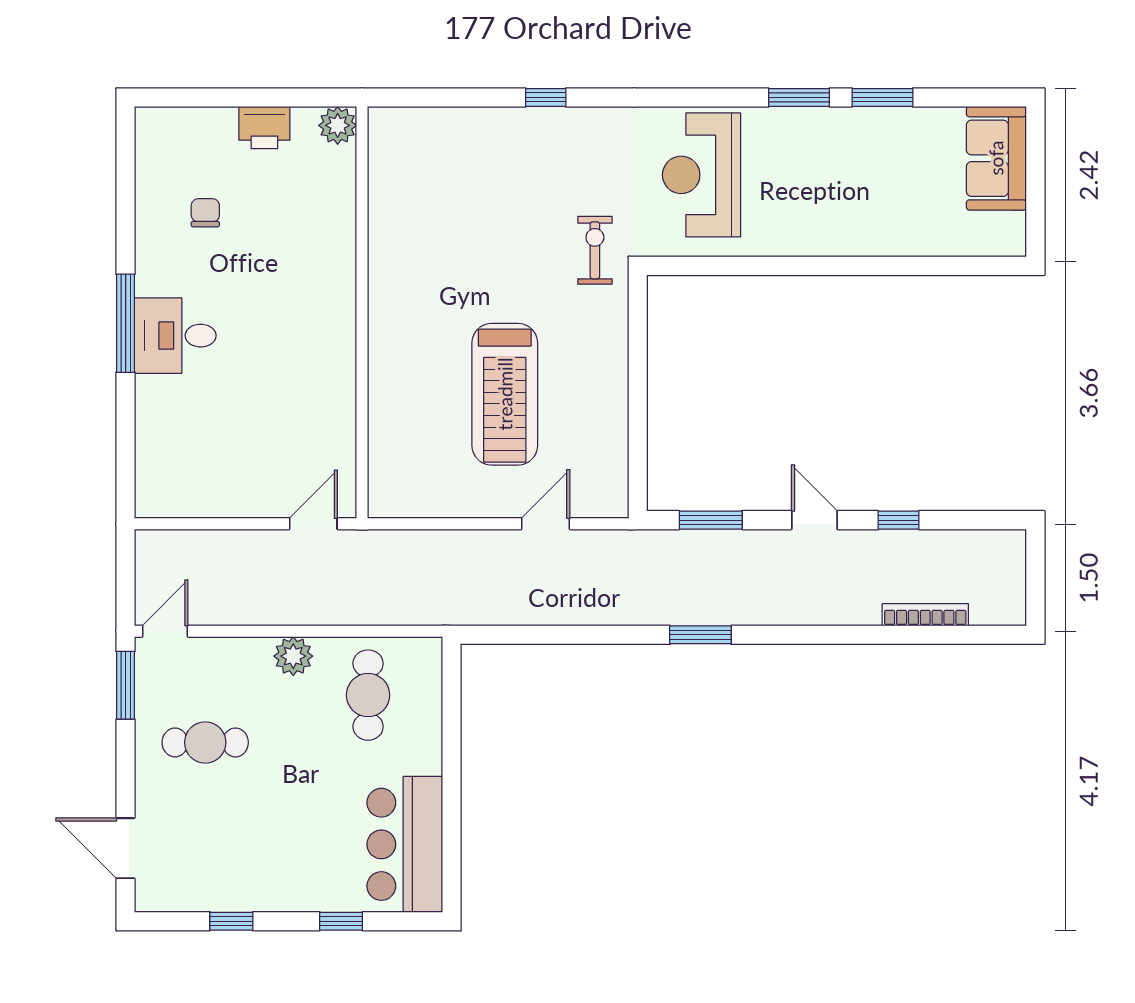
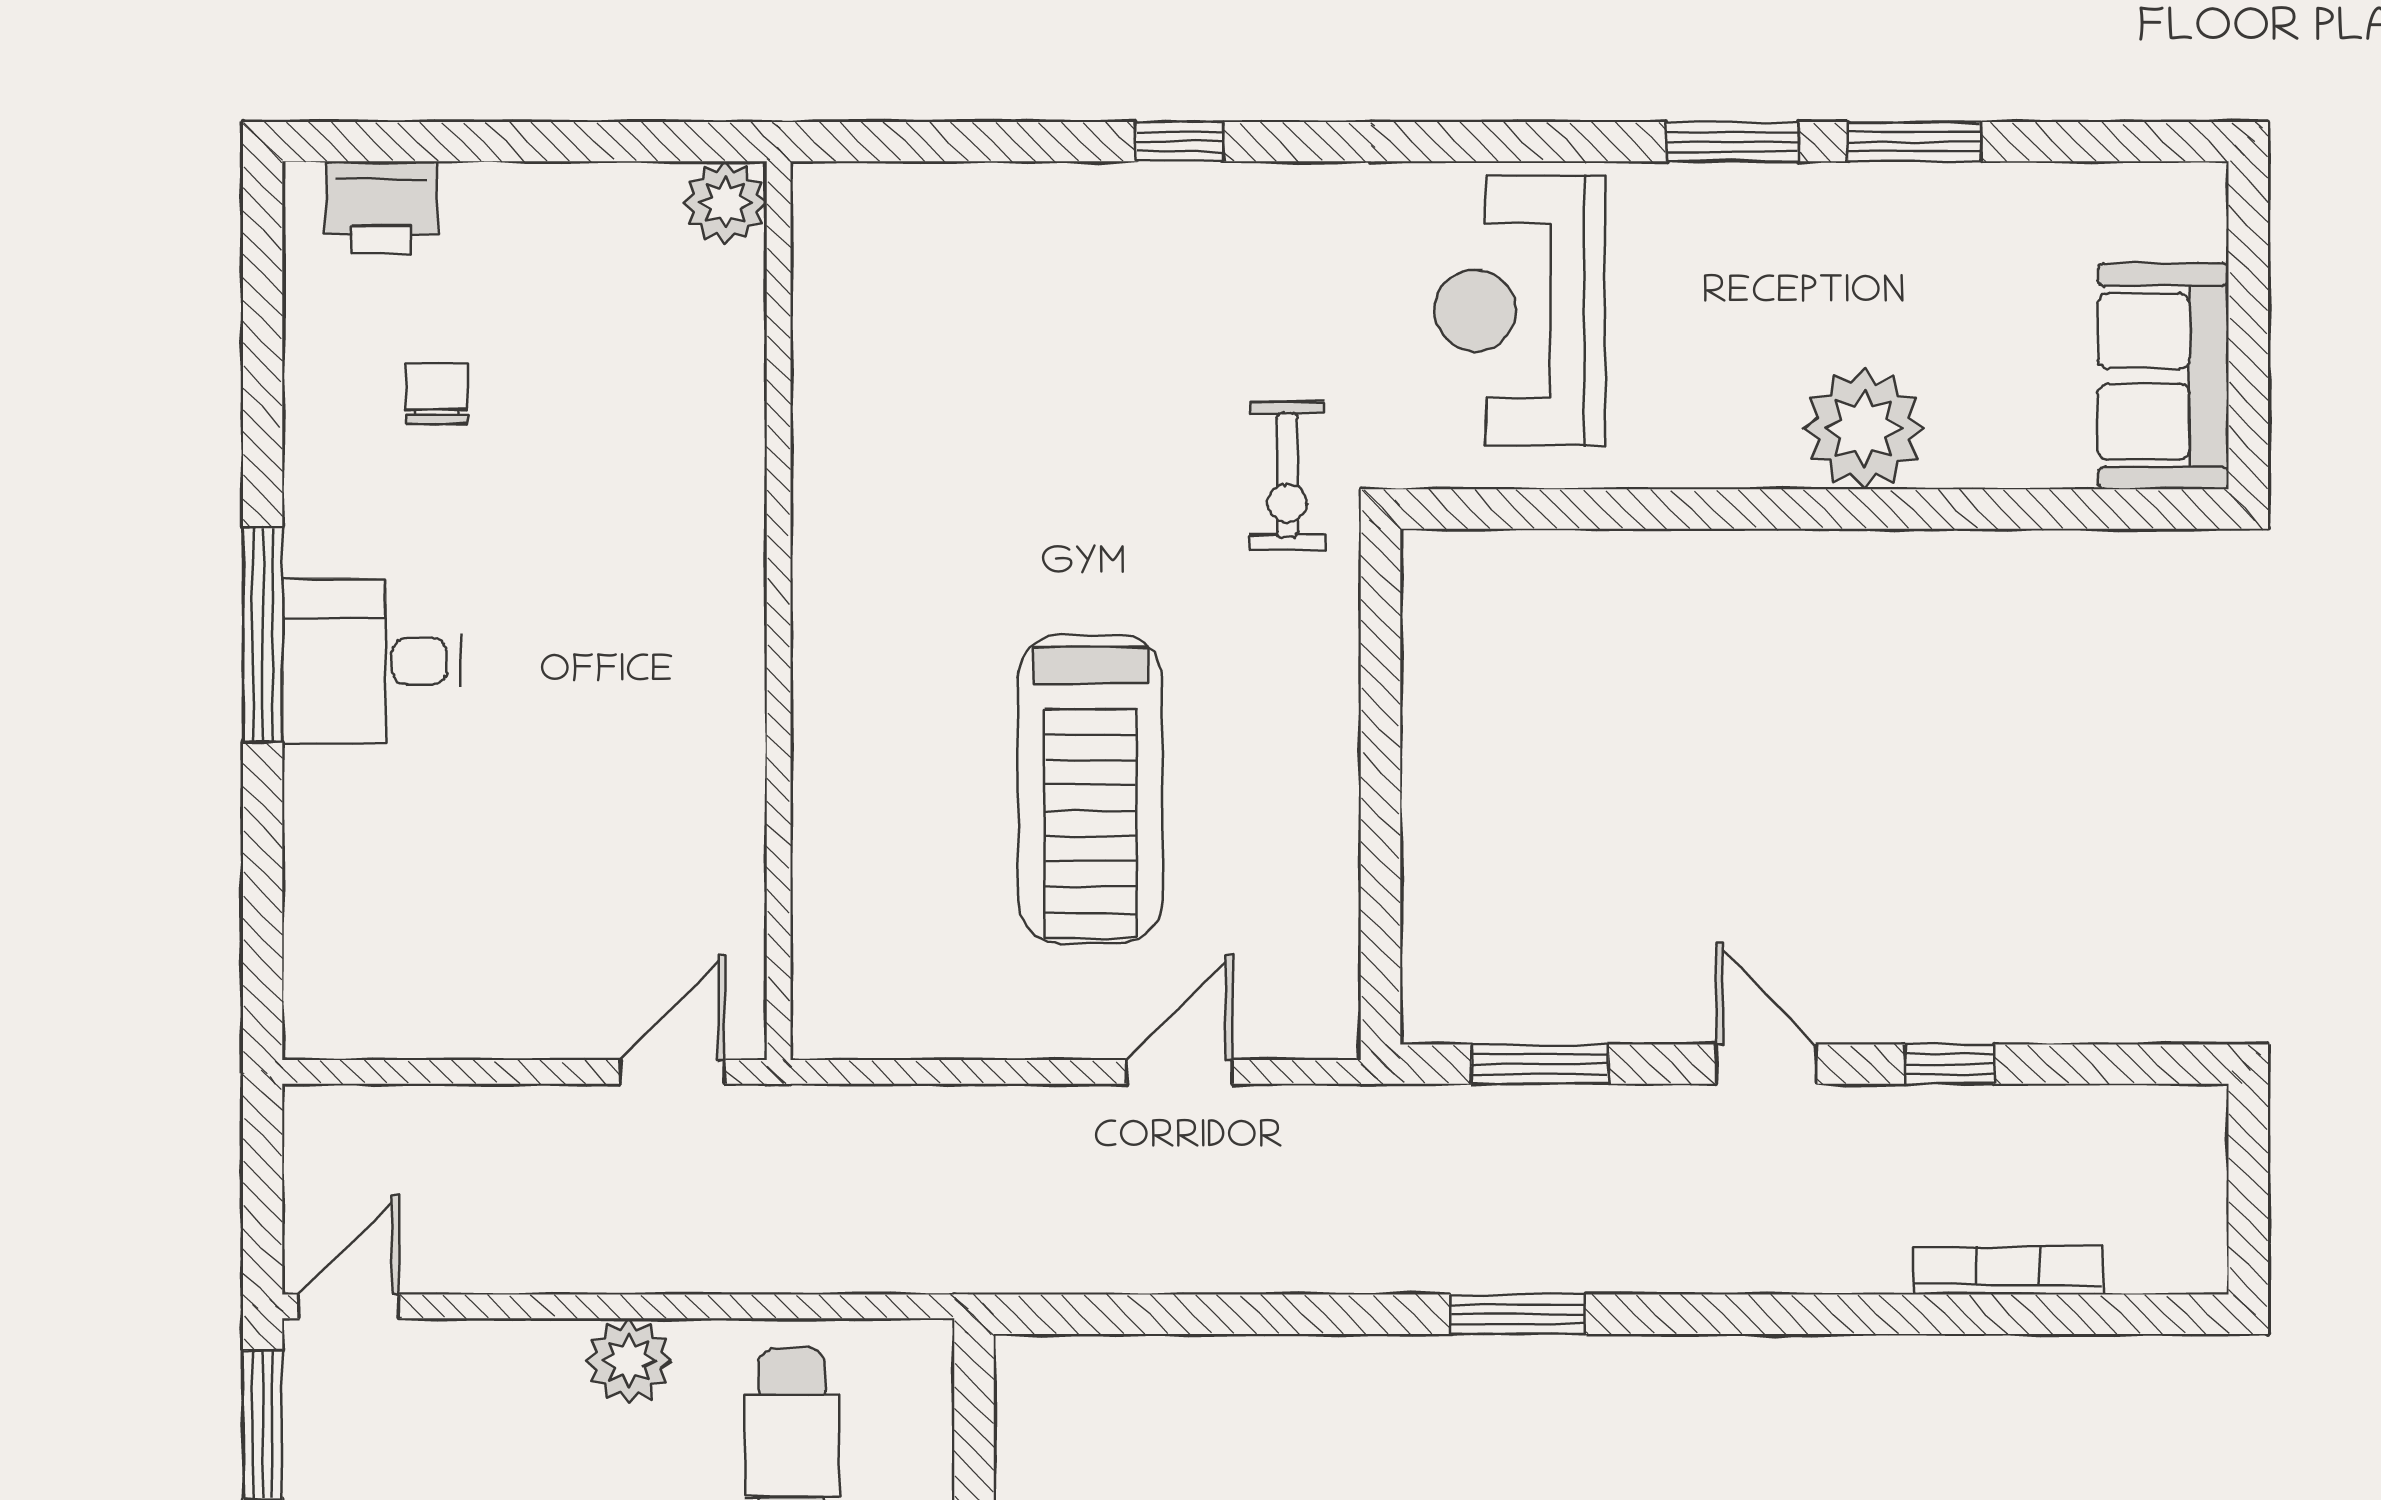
printer: (264, 128) -> (381, 207), moved
sofa: (996, 158) -> (2163, 376), moved
plant: (859, 229) -> (1864, 428), added
exercise bike: (595, 250) -> (1287, 475), turned 180

